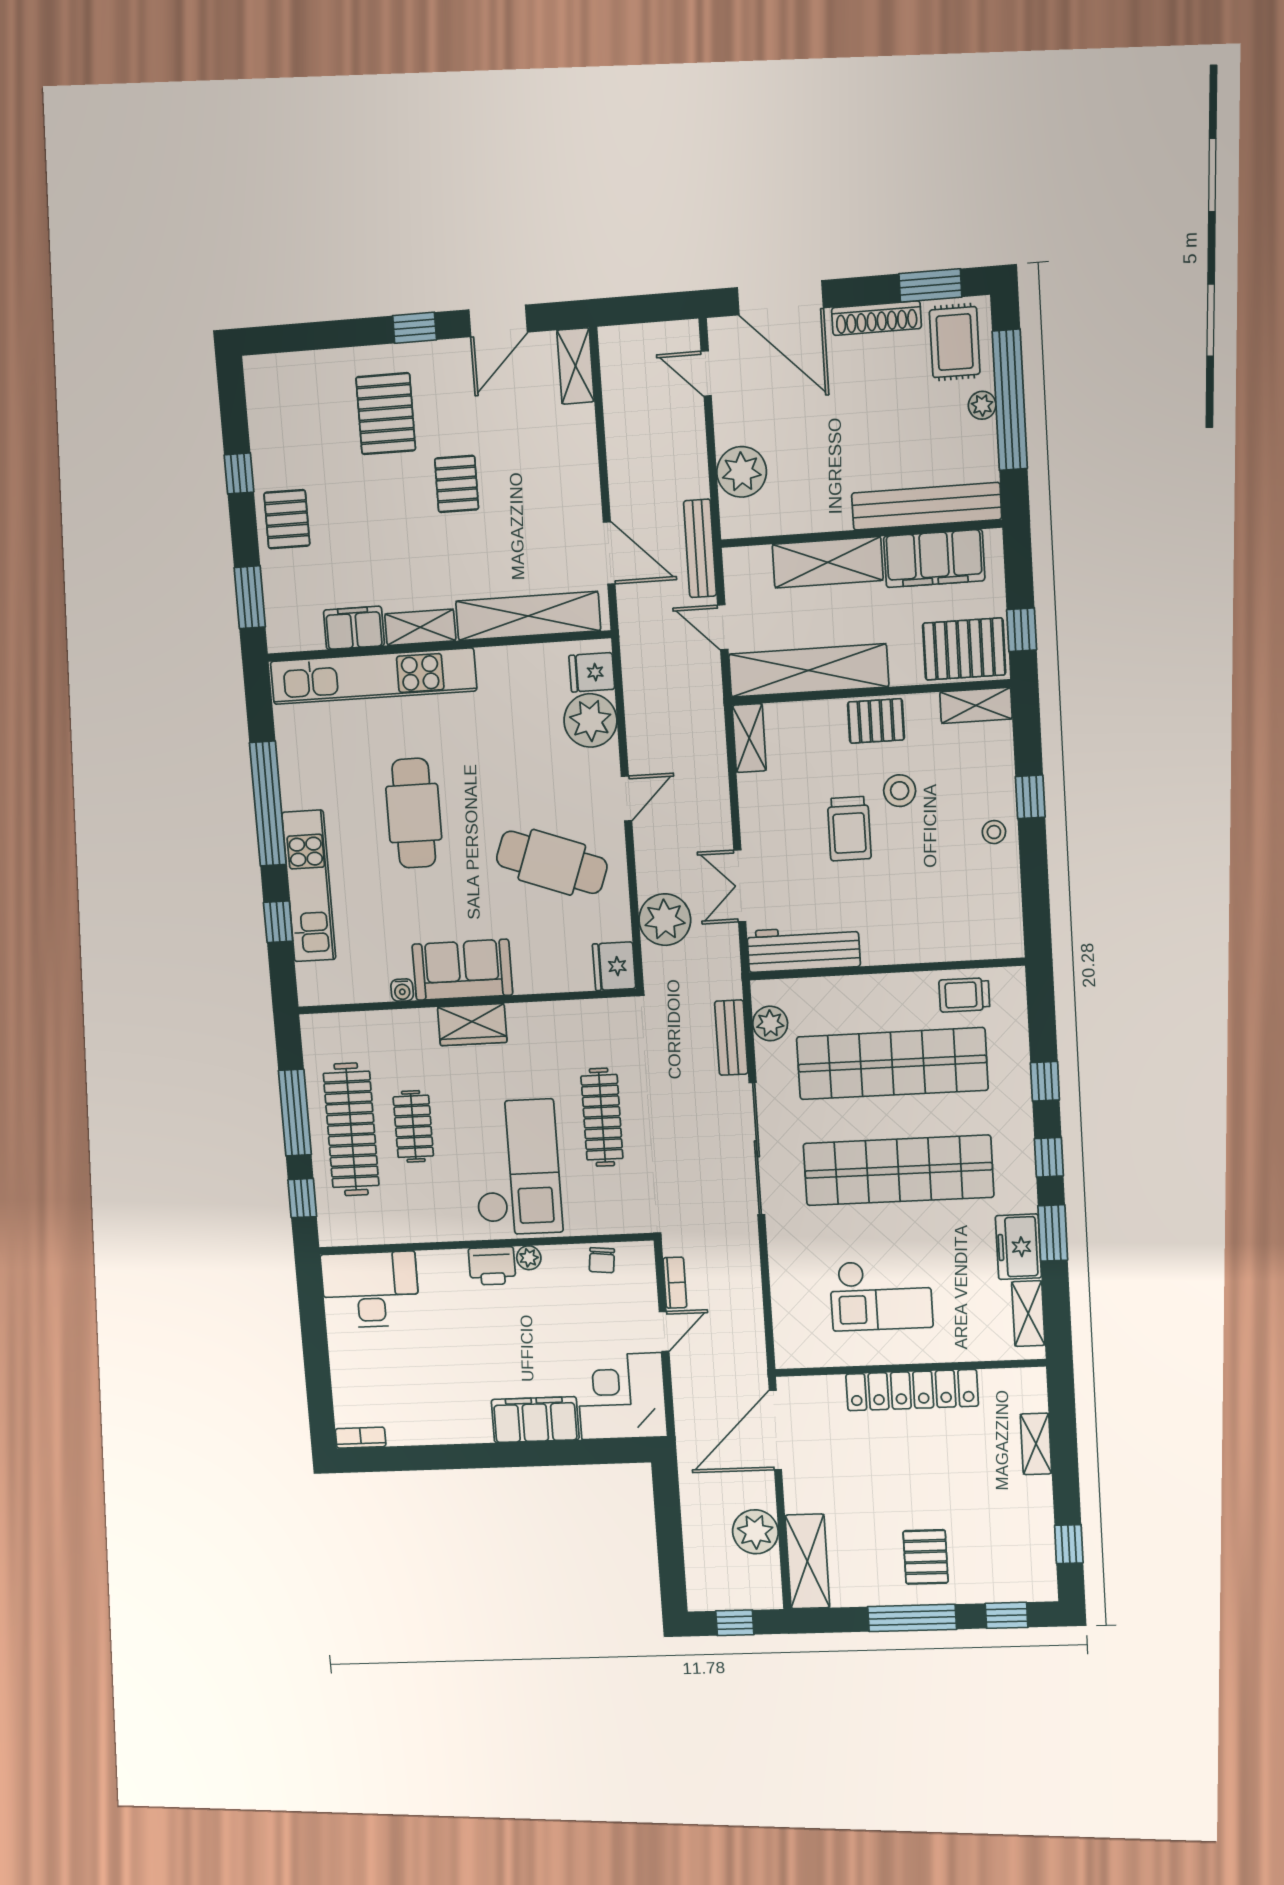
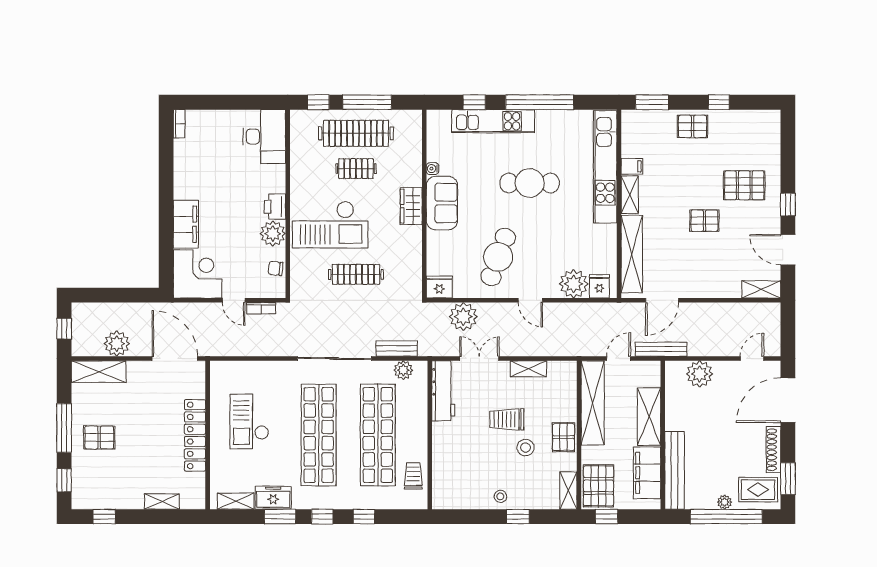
filing cabinet: (354, 628) -> (632, 166), width x0.50
shelving: (749, 738) -> (528, 369), moved
plant: (529, 1258) -> (273, 234), width x1.87, depth x1.87

